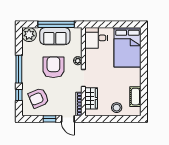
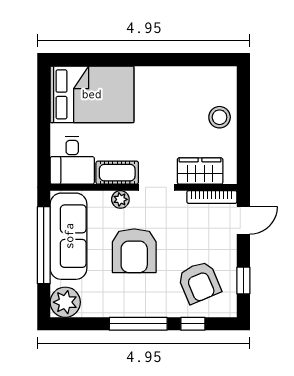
sofa: (55, 36) -> (69, 236), width x1.36
armchair: (53, 67) -> (134, 251), turned -90
cot: (135, 97) -> (117, 173), moved
window: (49, 119) -> (243, 280), moved

